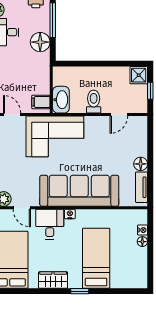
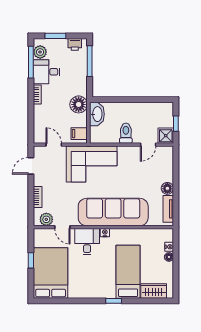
floor lamp: (40, 42) -> (79, 104), moved
shower: (139, 75) -> (166, 136), moved
washbasin: (61, 100) -> (97, 114), moved
wardrobe: (53, 280) -> (154, 291), moved

